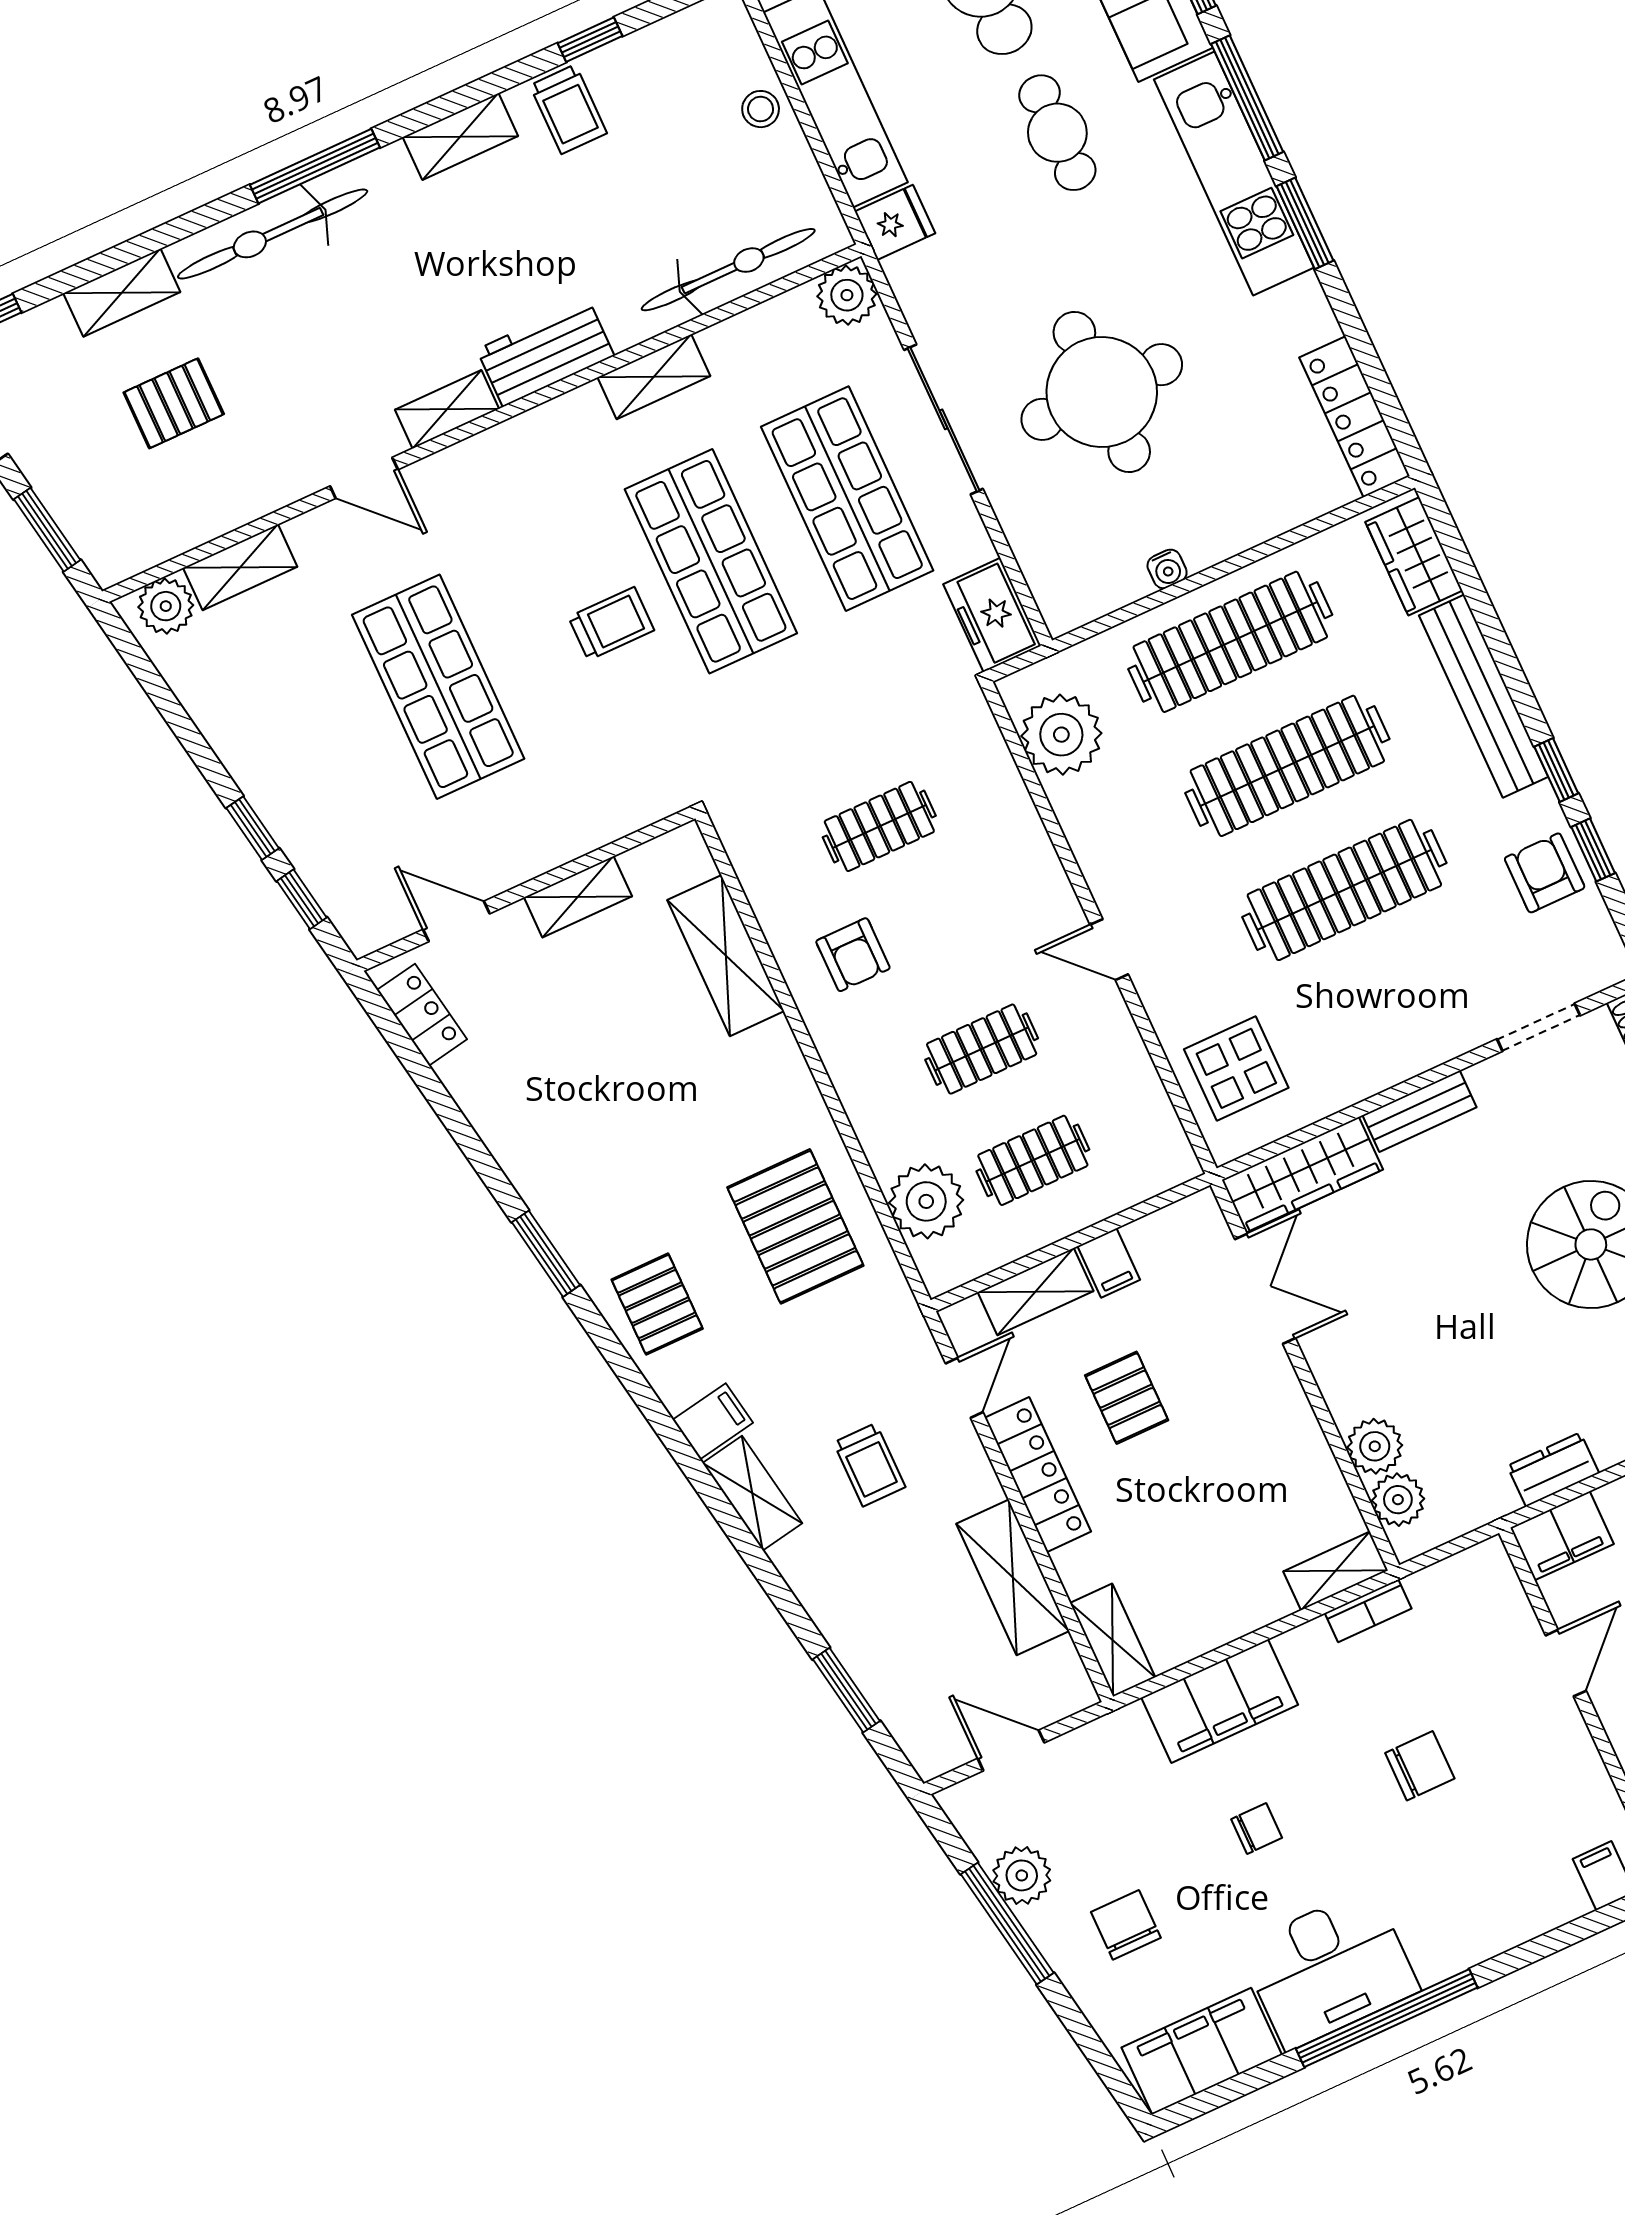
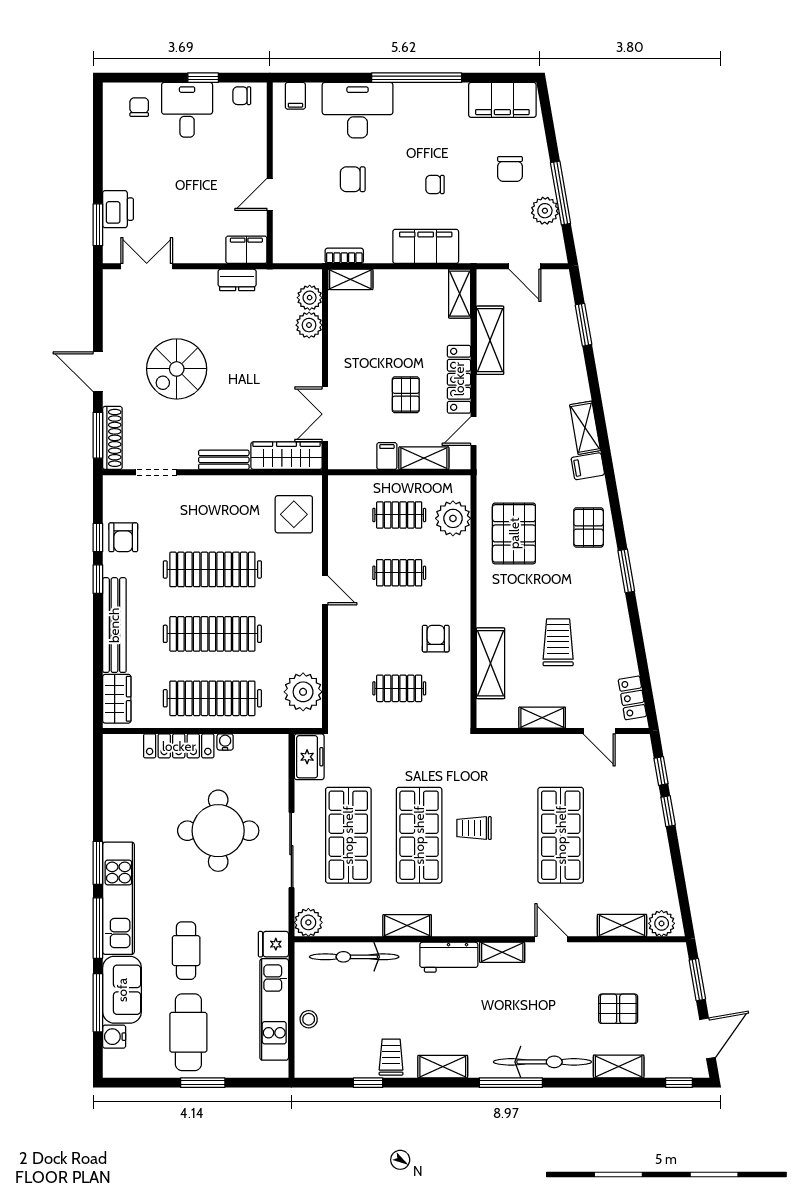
locker: (1355, 417) -> (179, 746), moved, turned 90
trolley: (869, 1465) -> (558, 642), moved, width x1.36, depth x1.39
desk: (1329, 1969) -> (358, 110), moved

